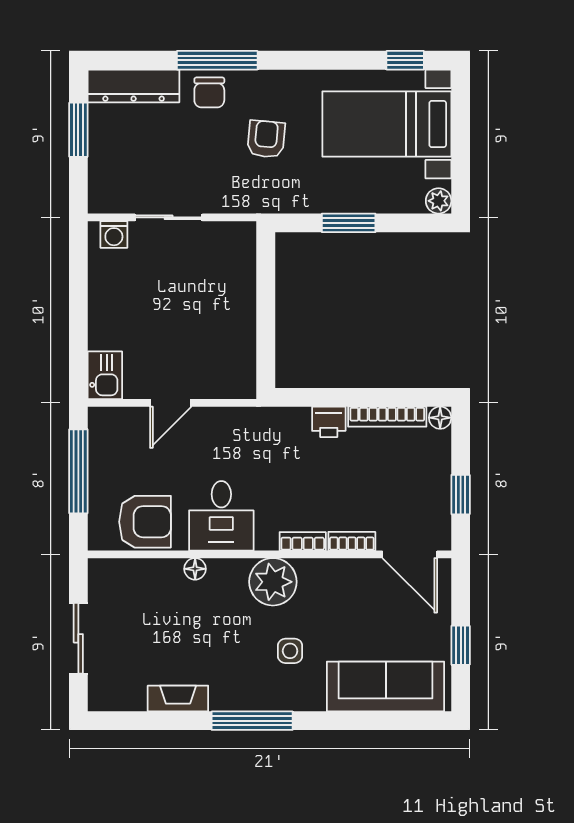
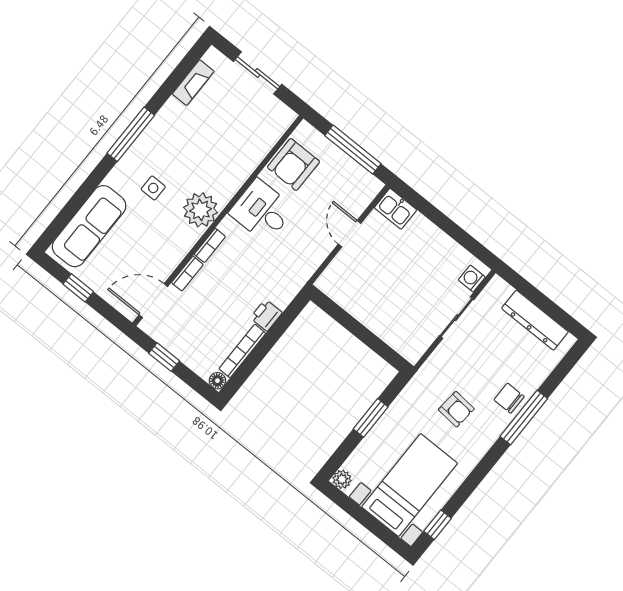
dresser: (134, 86) -> (535, 320), moved, turned -90
window: (78, 130) -> (548, 306), removed
floor lamp: (195, 569) -> (244, 171), removed
fireplace: (178, 698) -> (193, 83), moved

